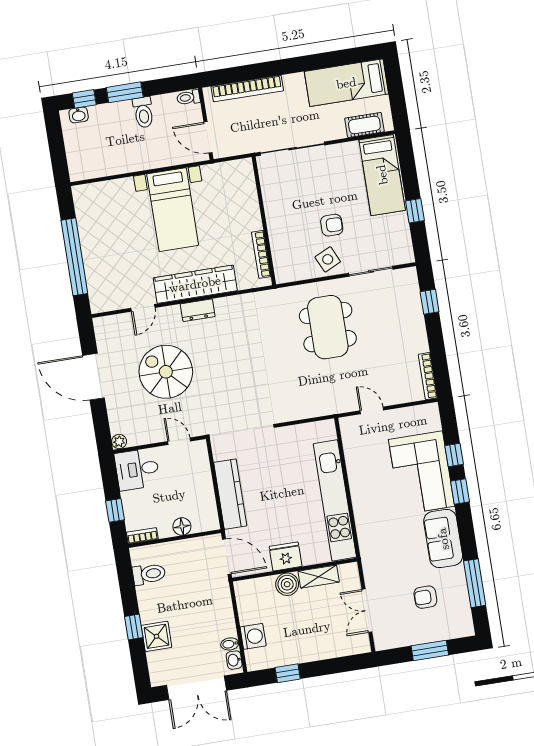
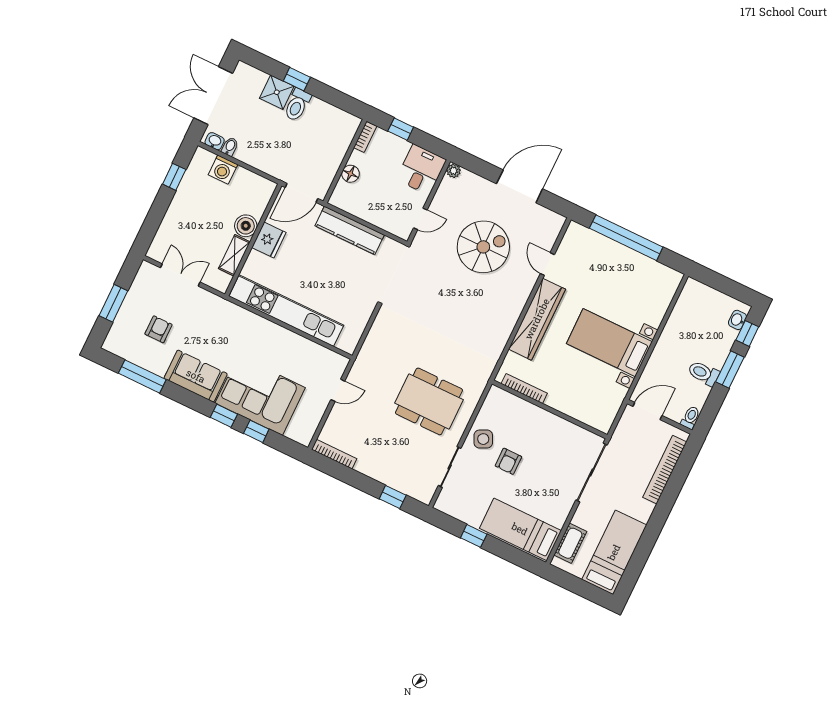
dresser: (198, 310) -> (515, 307), removed
toilet: (149, 574) -> (297, 105), moved

